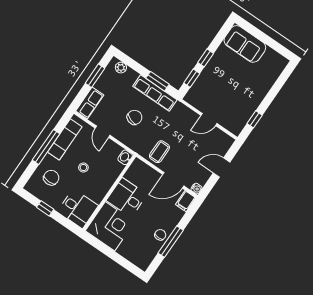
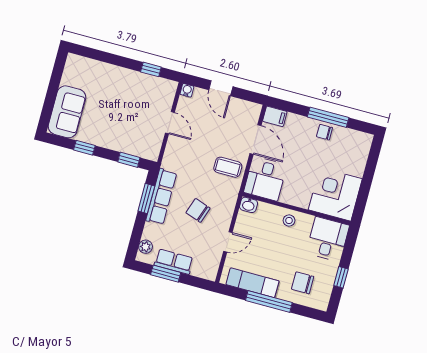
window: (206, 58) -> (84, 148), moved
row of seats: (90, 103) -> (174, 262), moved
stool: (83, 167) -> (289, 221), moved
water cooler: (196, 189) -> (187, 90), moved
desk: (127, 198) -> (265, 179), moved

